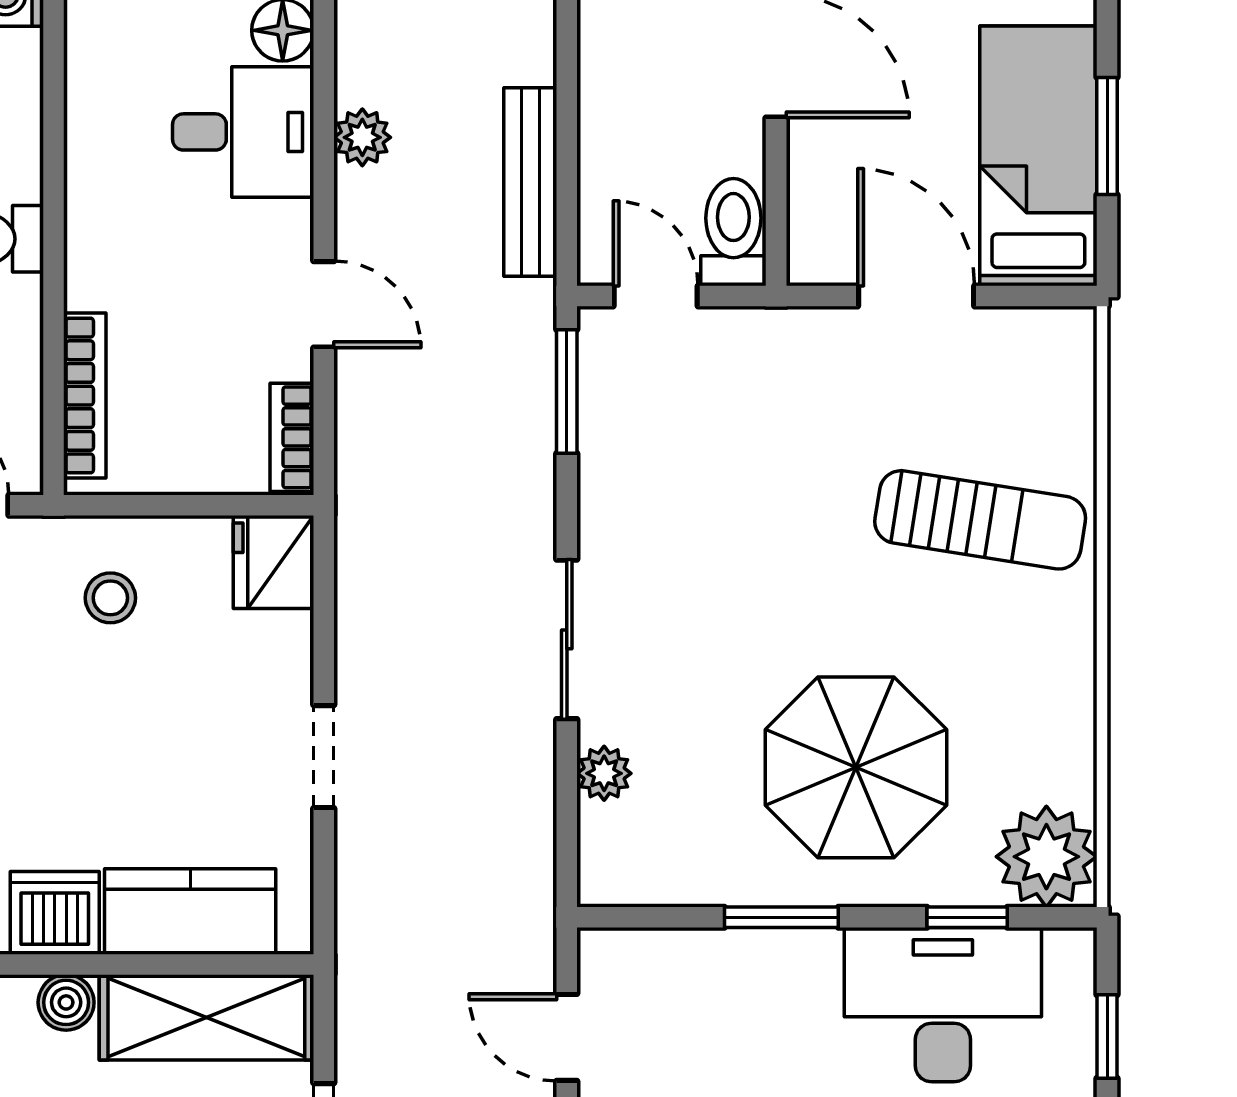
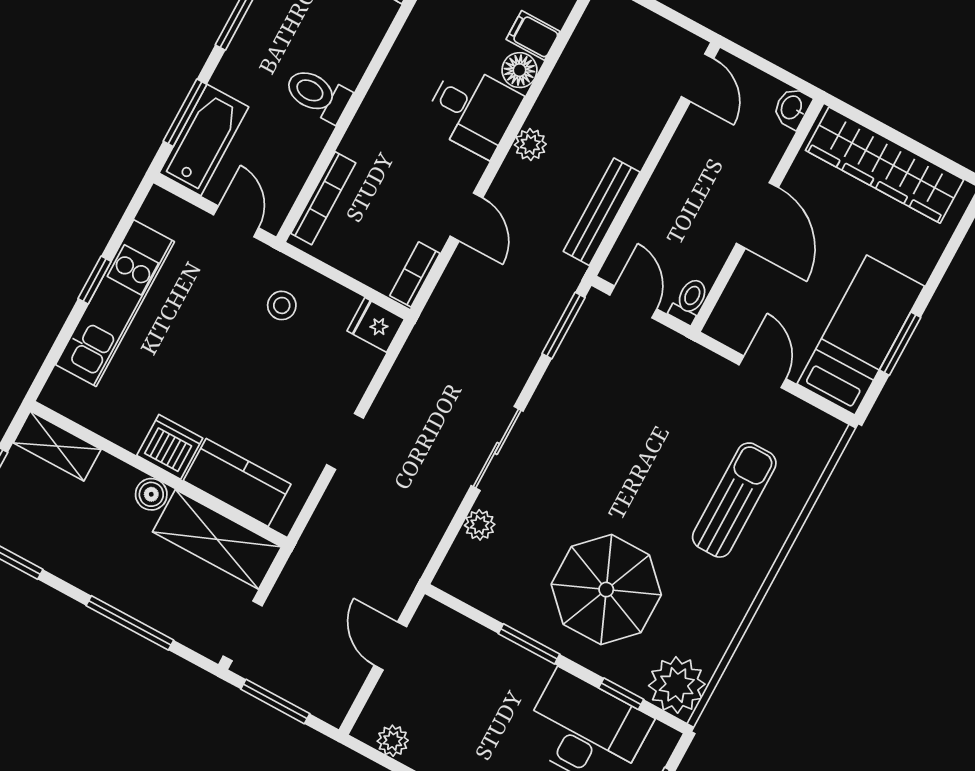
toilet: (733, 232) -> (689, 301), width x0.73, depth x0.72
door: (916, 296) -> (763, 372), width x0.73
sun lounger: (980, 520) -> (734, 500), turned -99
fridge: (273, 562) -> (376, 325), width x0.72

